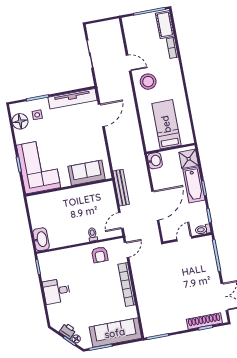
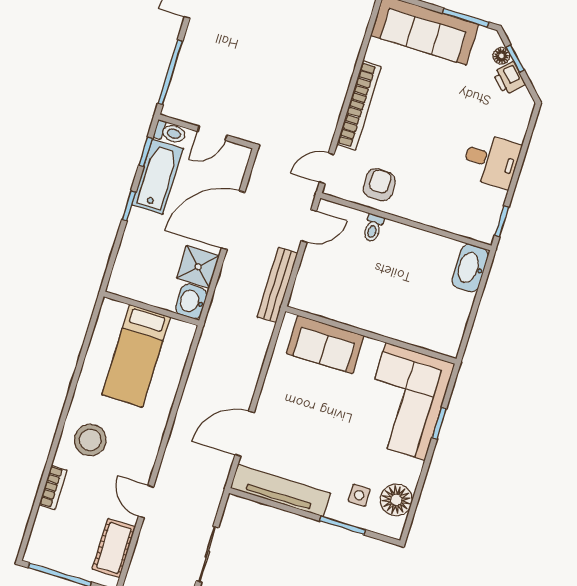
cot: (165, 25) -> (114, 548), moved
stool: (148, 82) -> (90, 440), moved
shower: (189, 159) -> (198, 267), moved
bathtub: (194, 185) -> (158, 177), moved

